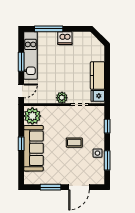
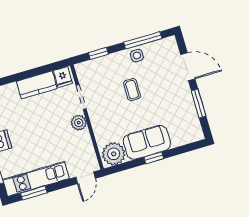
window: (21, 62) -> (34, 193), moved
door: (21, 91) -> (85, 178), swing flipped
sofa: (33, 148) -> (147, 142), width x0.73
window: (107, 160) -> (143, 40), width x1.44

